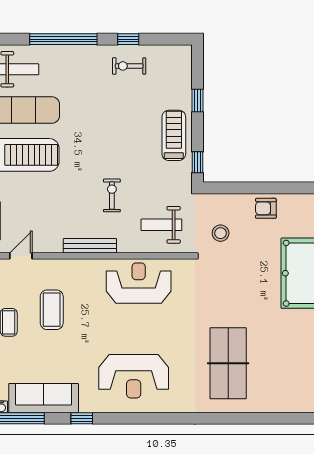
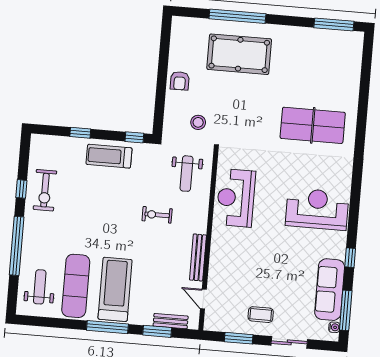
exercise bike: (129, 66) -> (45, 190), width x1.38, depth x1.39
bench: (90, 246) -> (198, 257), moved
coffee table: (52, 310) -> (253, 276), removed
reception desk: (134, 376) -> (317, 209), turned -90

